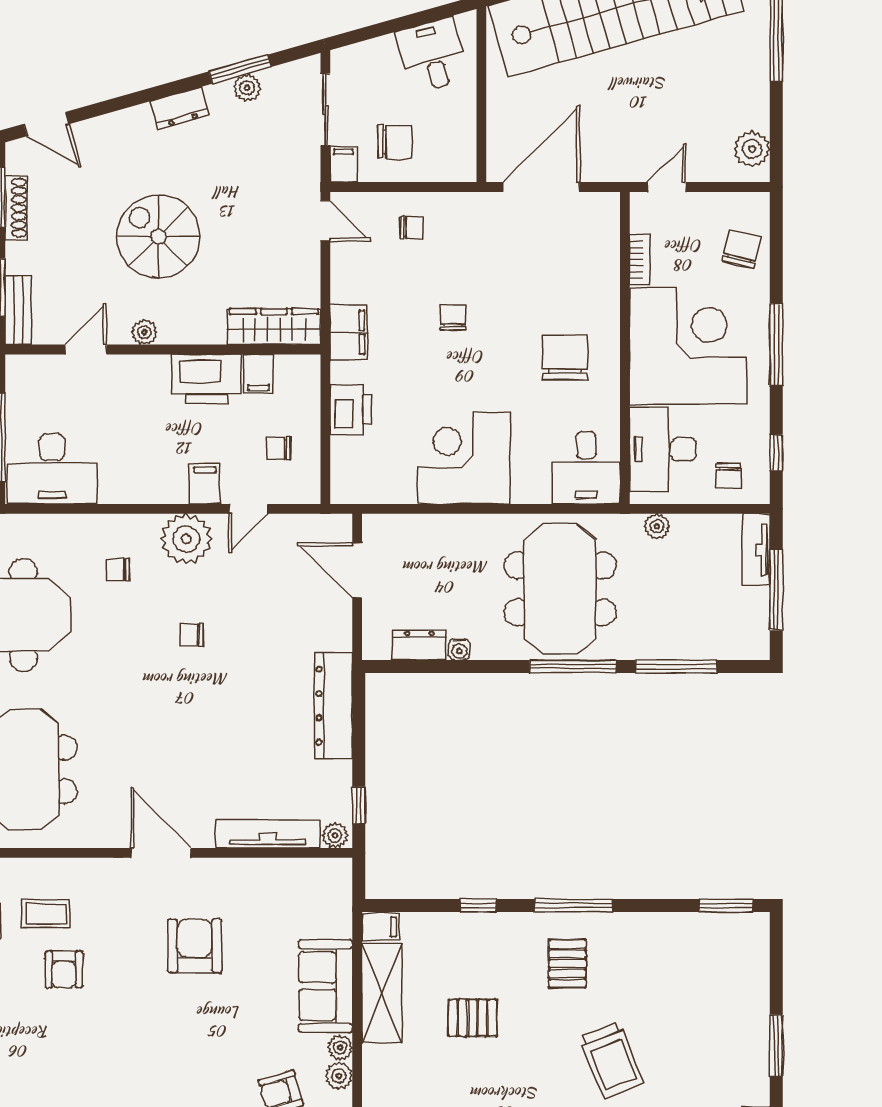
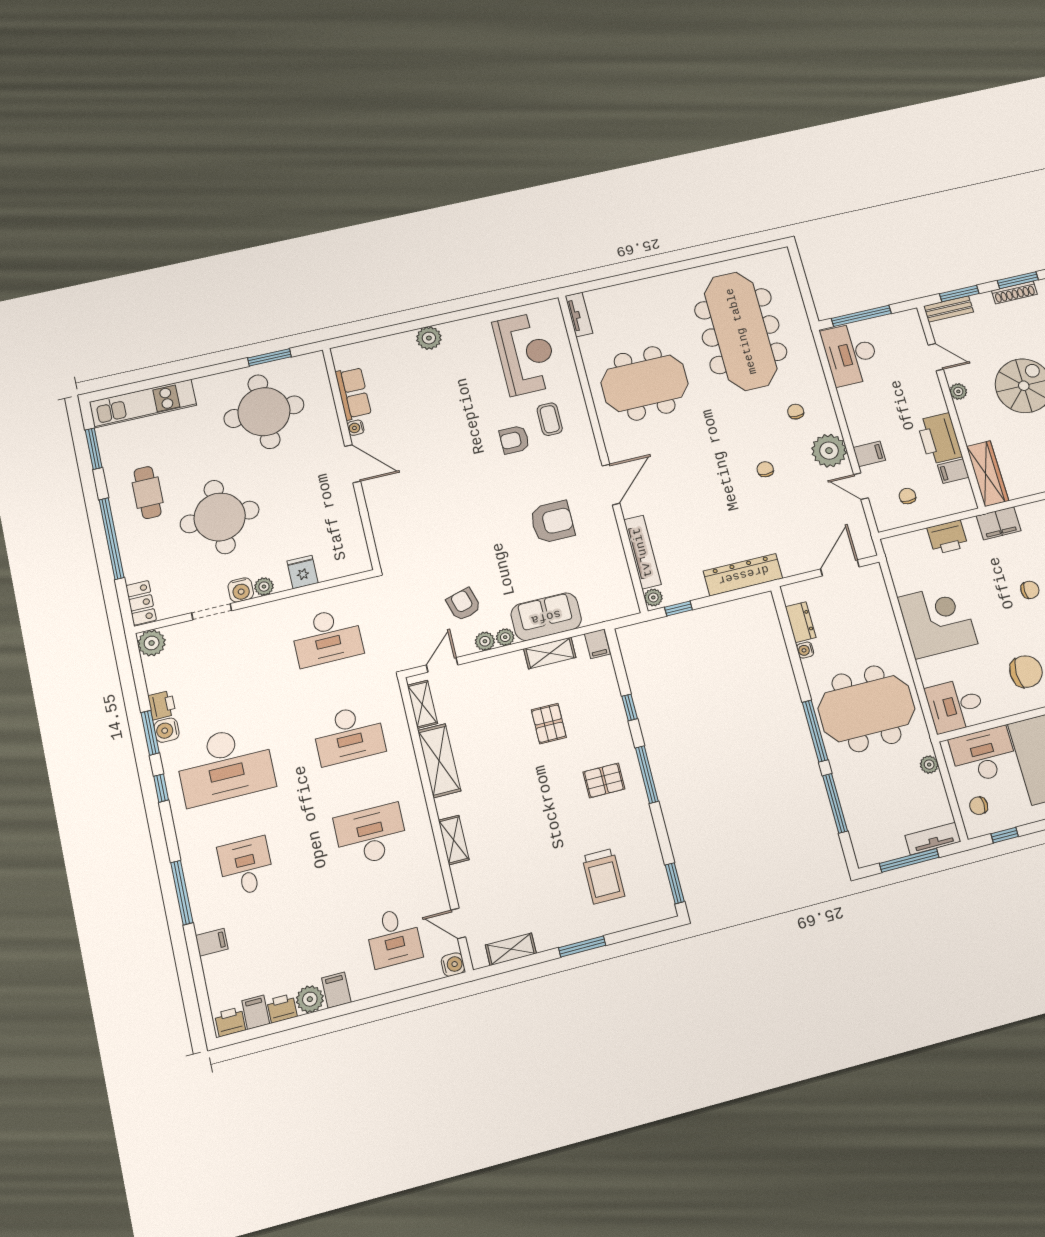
shelving: (382, 993) -> (550, 653), width x0.67, depth x0.75
trolley: (611, 1060) -> (603, 876), moved, turned -68

